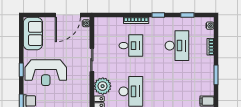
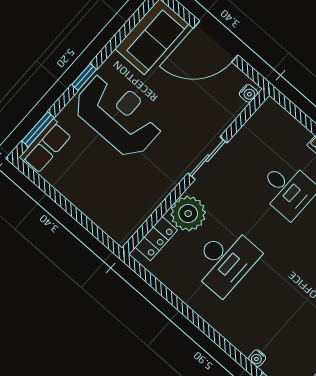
door: (68, 15) -> (216, 42), moved
reception desk: (46, 73) -> (118, 115), turned 180

